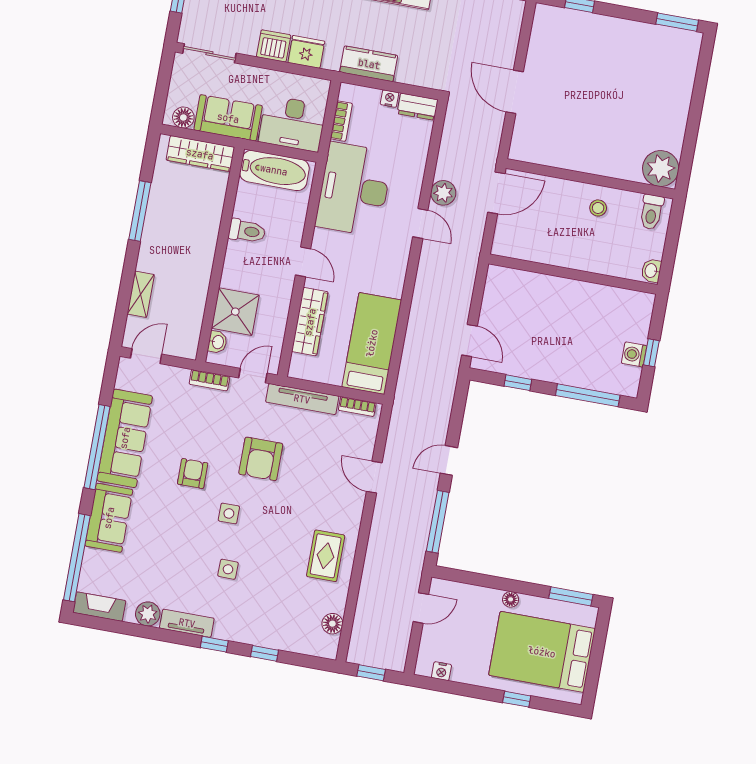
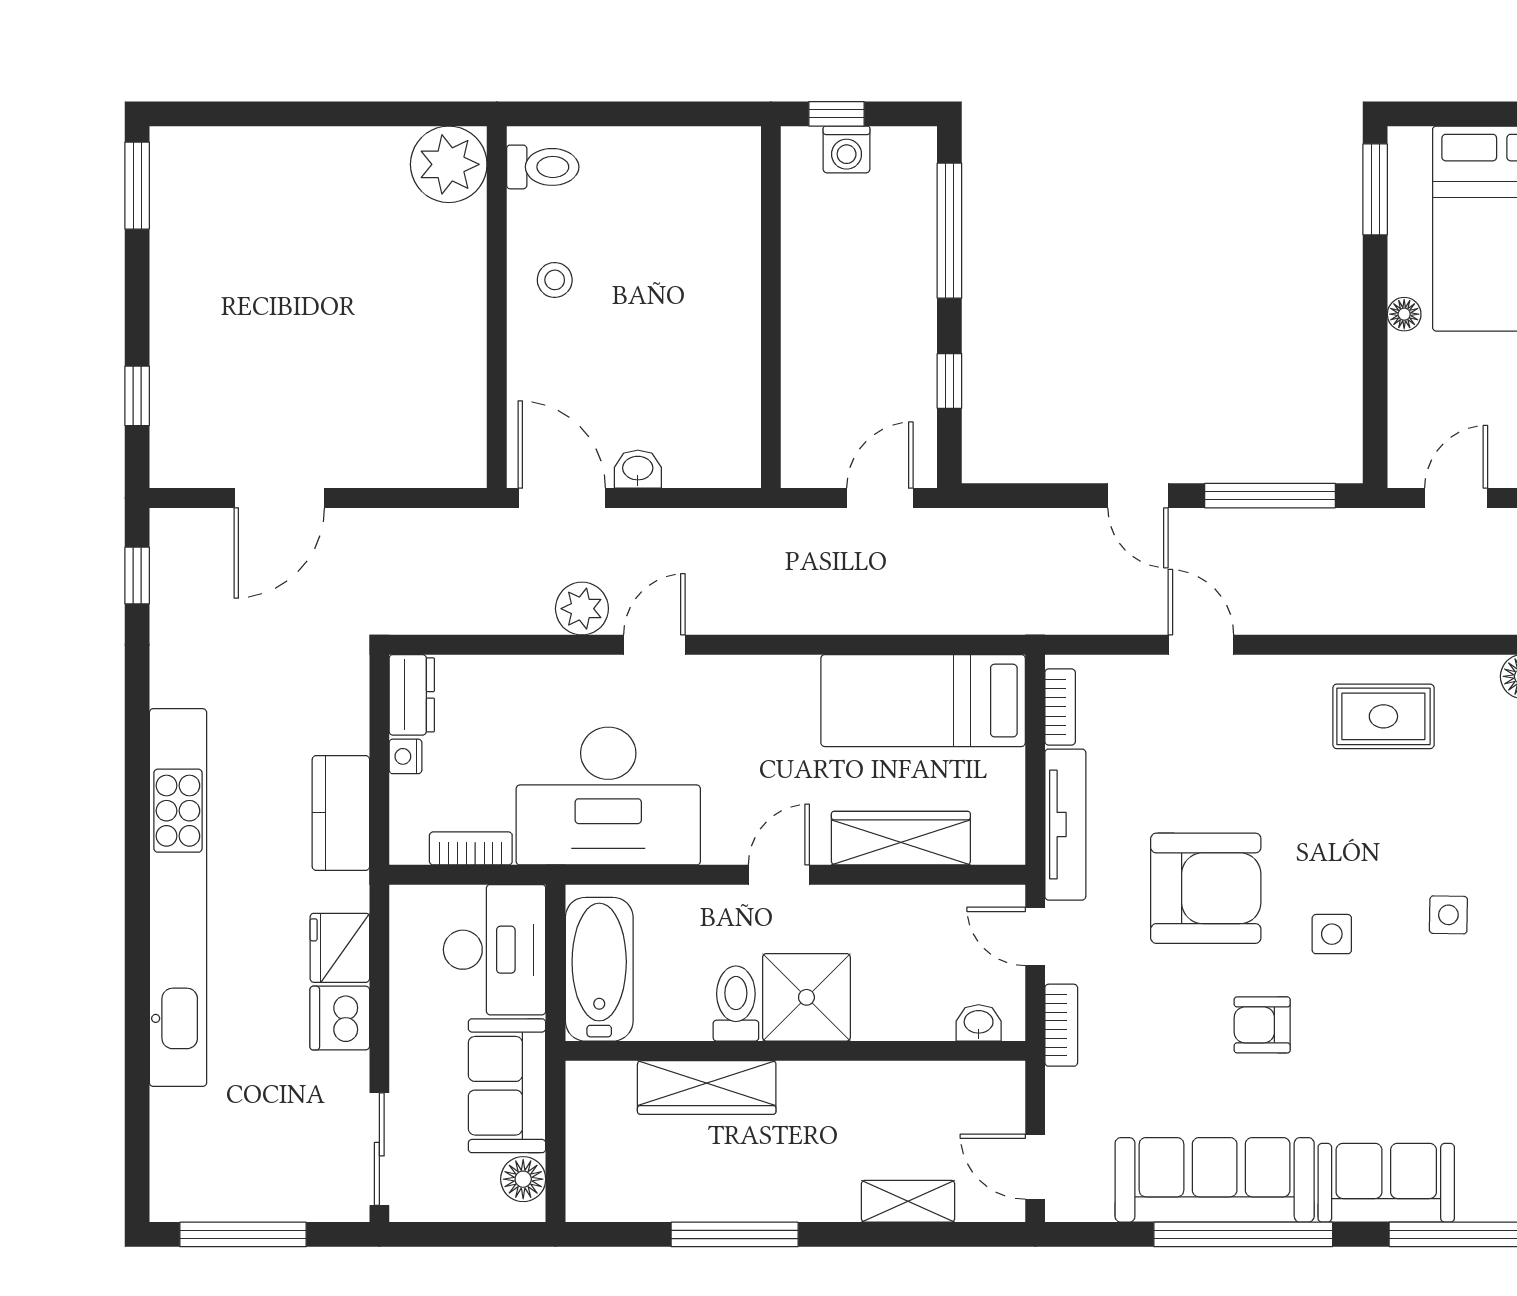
door: (515, 92) -> (279, 498), moved
wardrobe: (200, 154) -> (707, 1087), moved, turned 90
washbasin: (651, 271) -> (638, 469), moved, turned 180
wall: (573, 274) -> (771, 307), moved
shower: (235, 312) -> (806, 997), moved
armchair: (261, 459) -> (1206, 888), width x1.36, depth x1.36
door: (374, 477) -> (1201, 645), swing flipped
door: (421, 608) -> (1456, 498), hinge flipped

